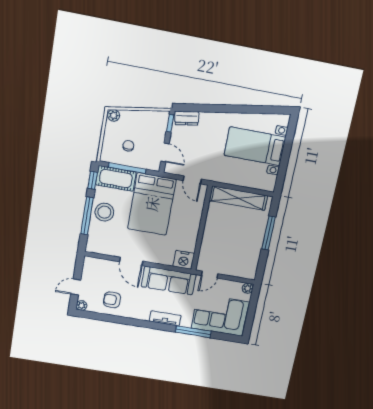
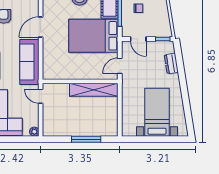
dresser: (187, 118) -> (171, 64), moved
door: (165, 153) -> (138, 39), hinge flipped
shelving: (238, 198) -> (94, 90), moved, turned 90
nightstand: (184, 260) -> (50, 71), removed

